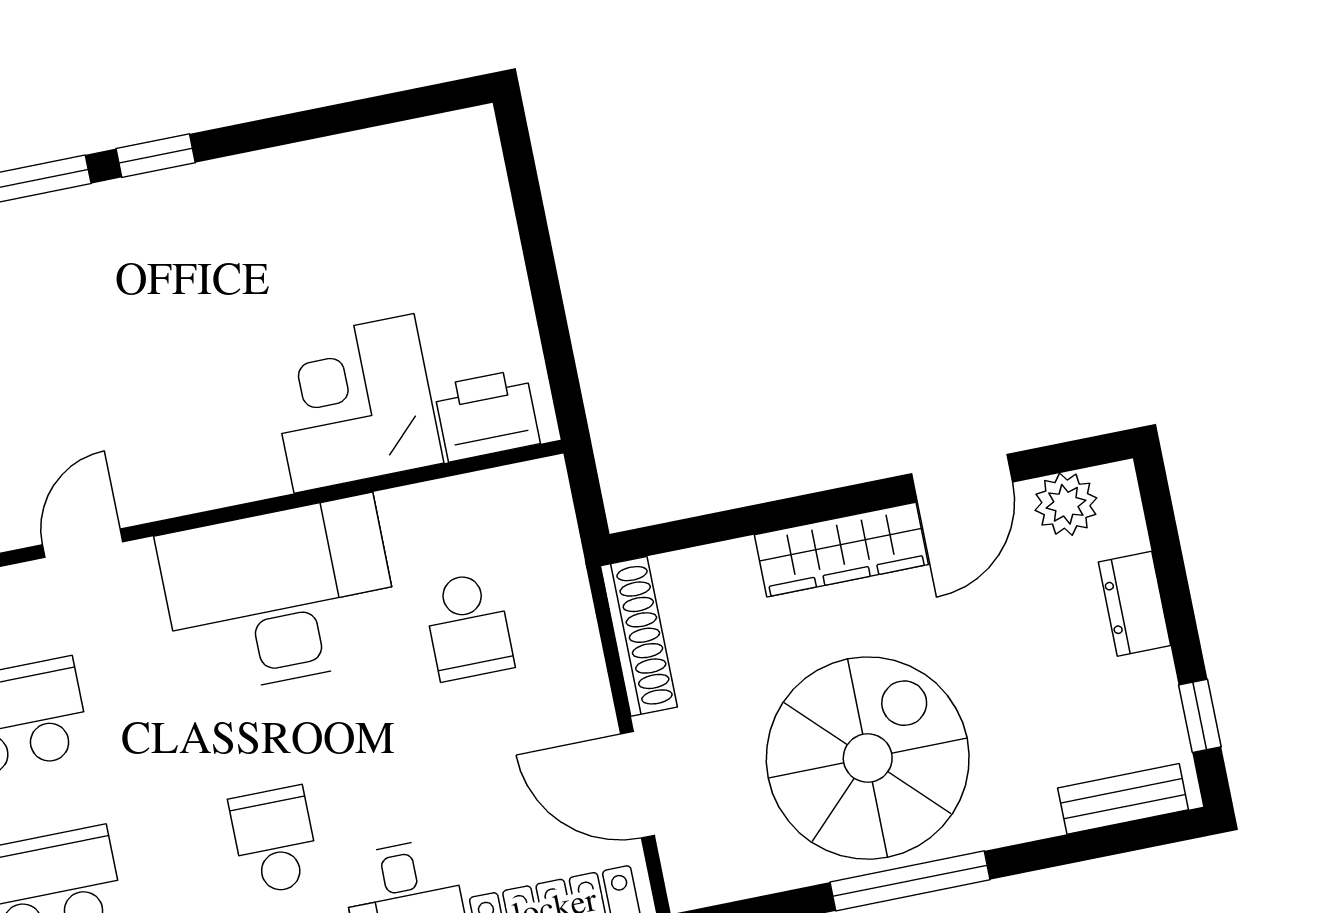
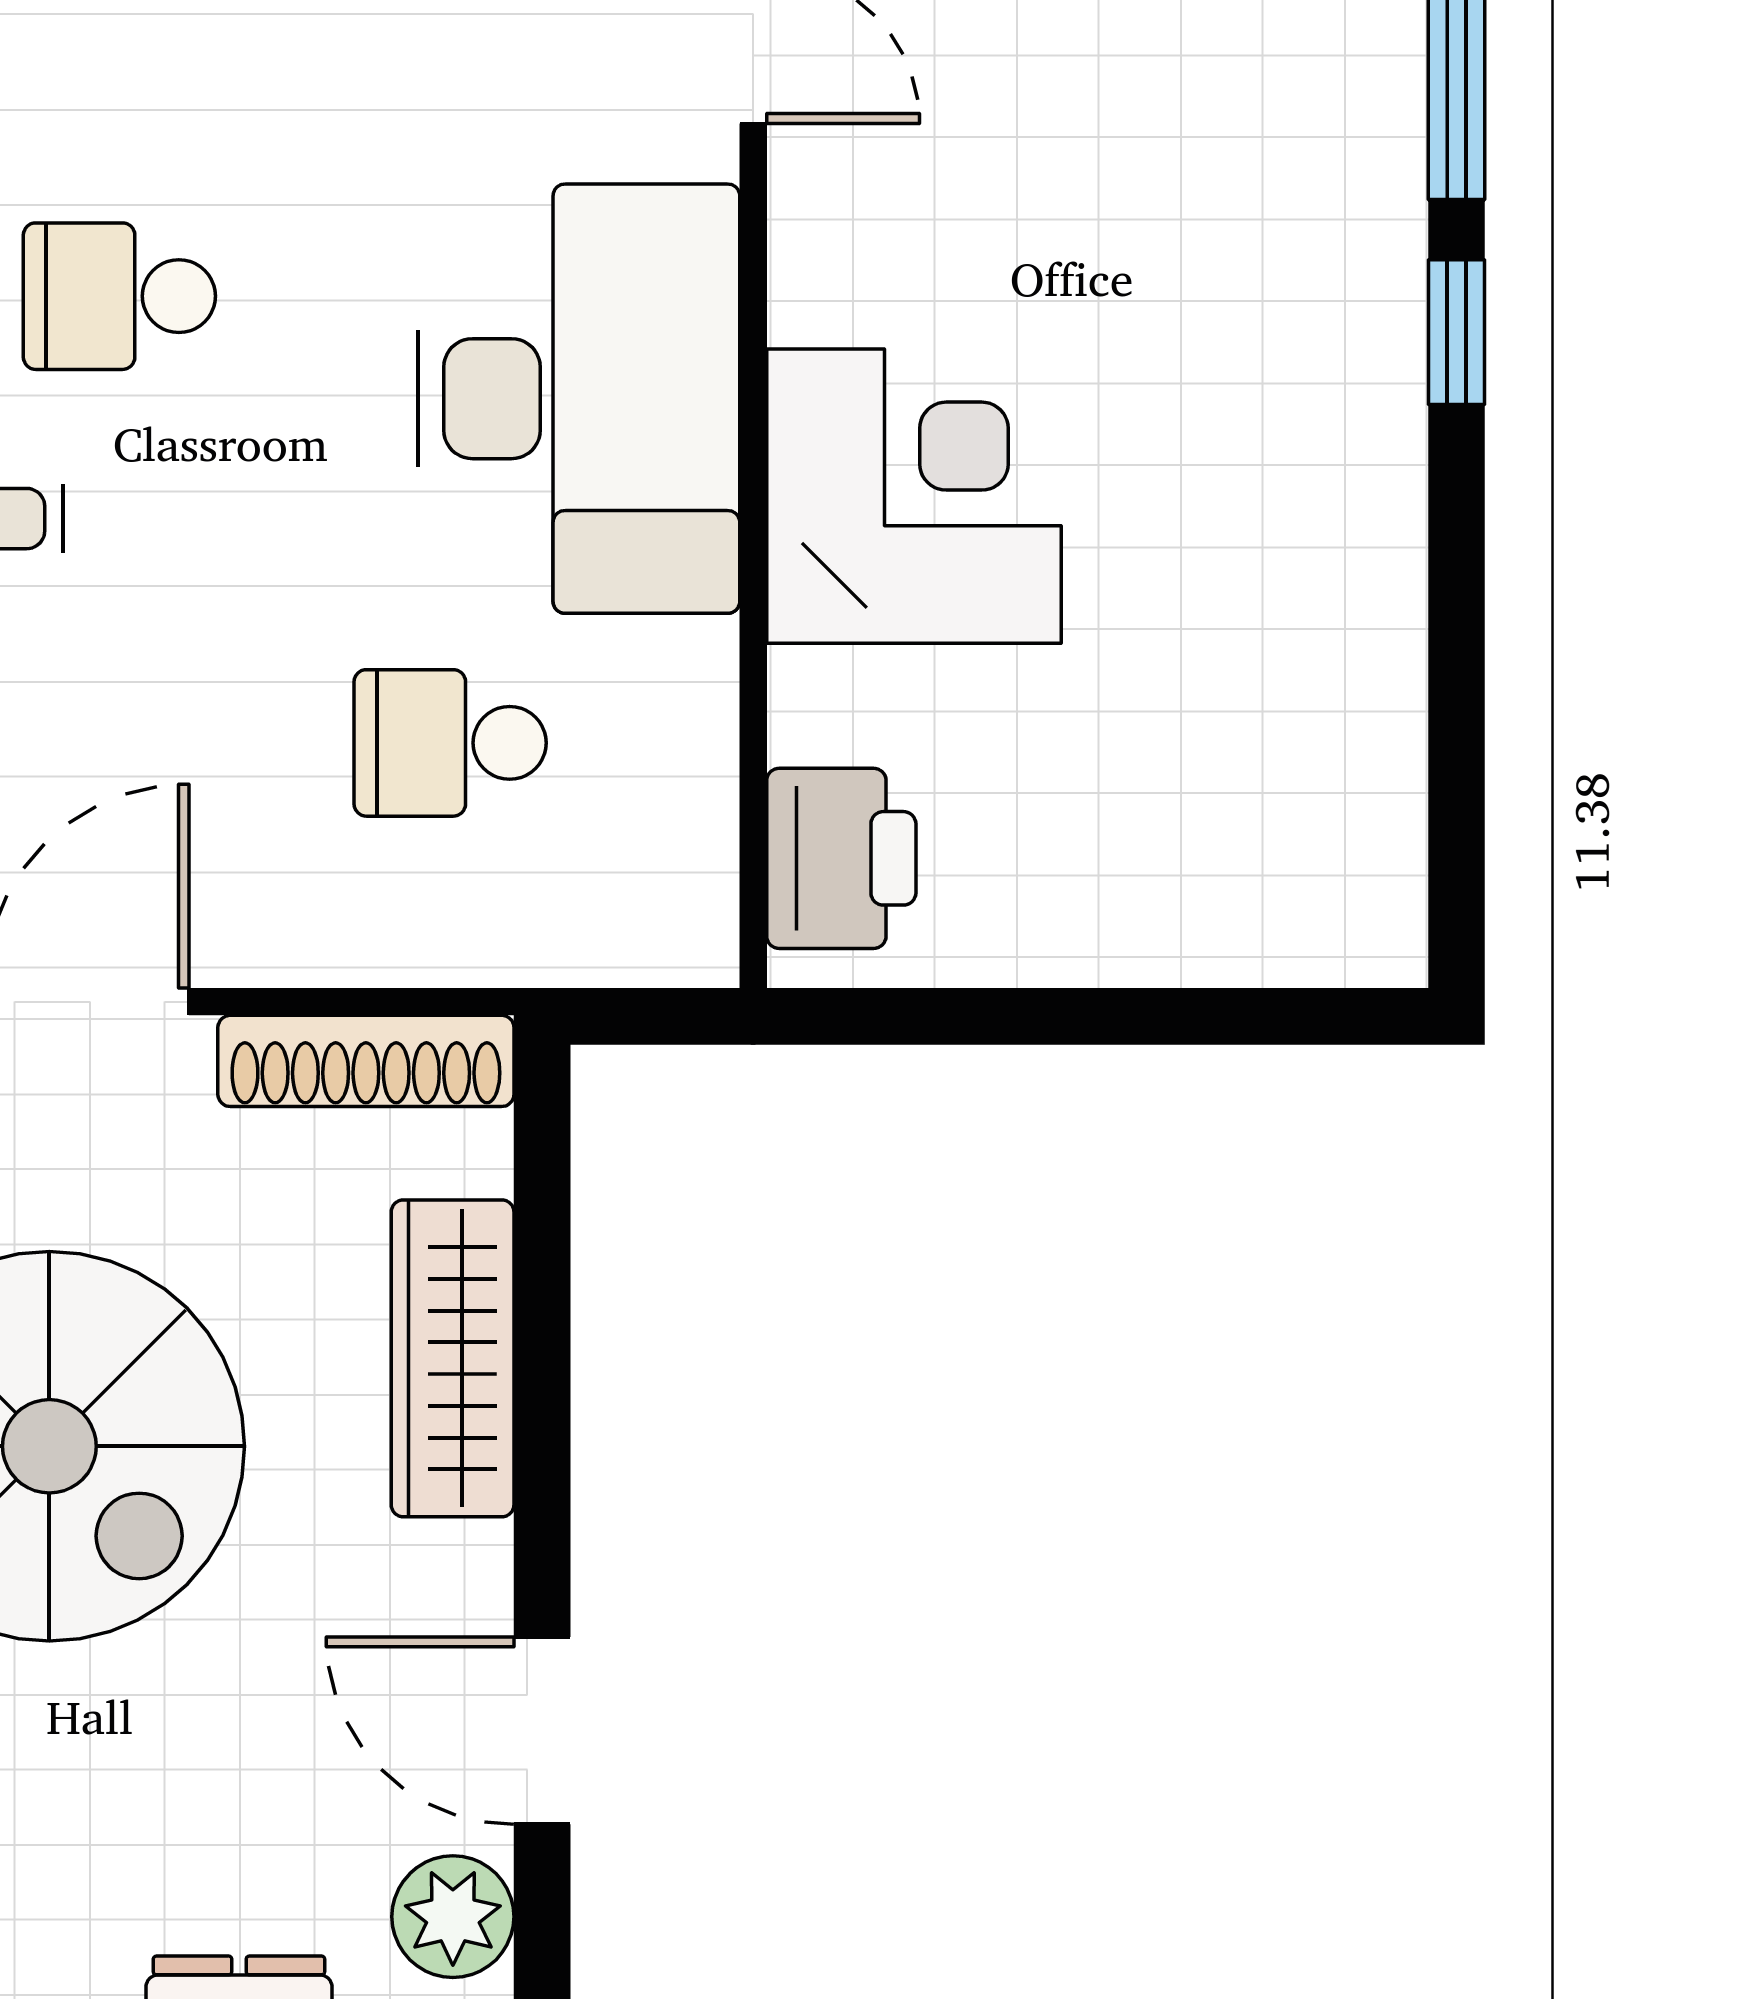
corner desk: (354, 403) -> (914, 496), moved
wardrobe: (841, 550) -> (453, 1358), moved
school desk: (275, 841) -> (119, 296), turned 180

